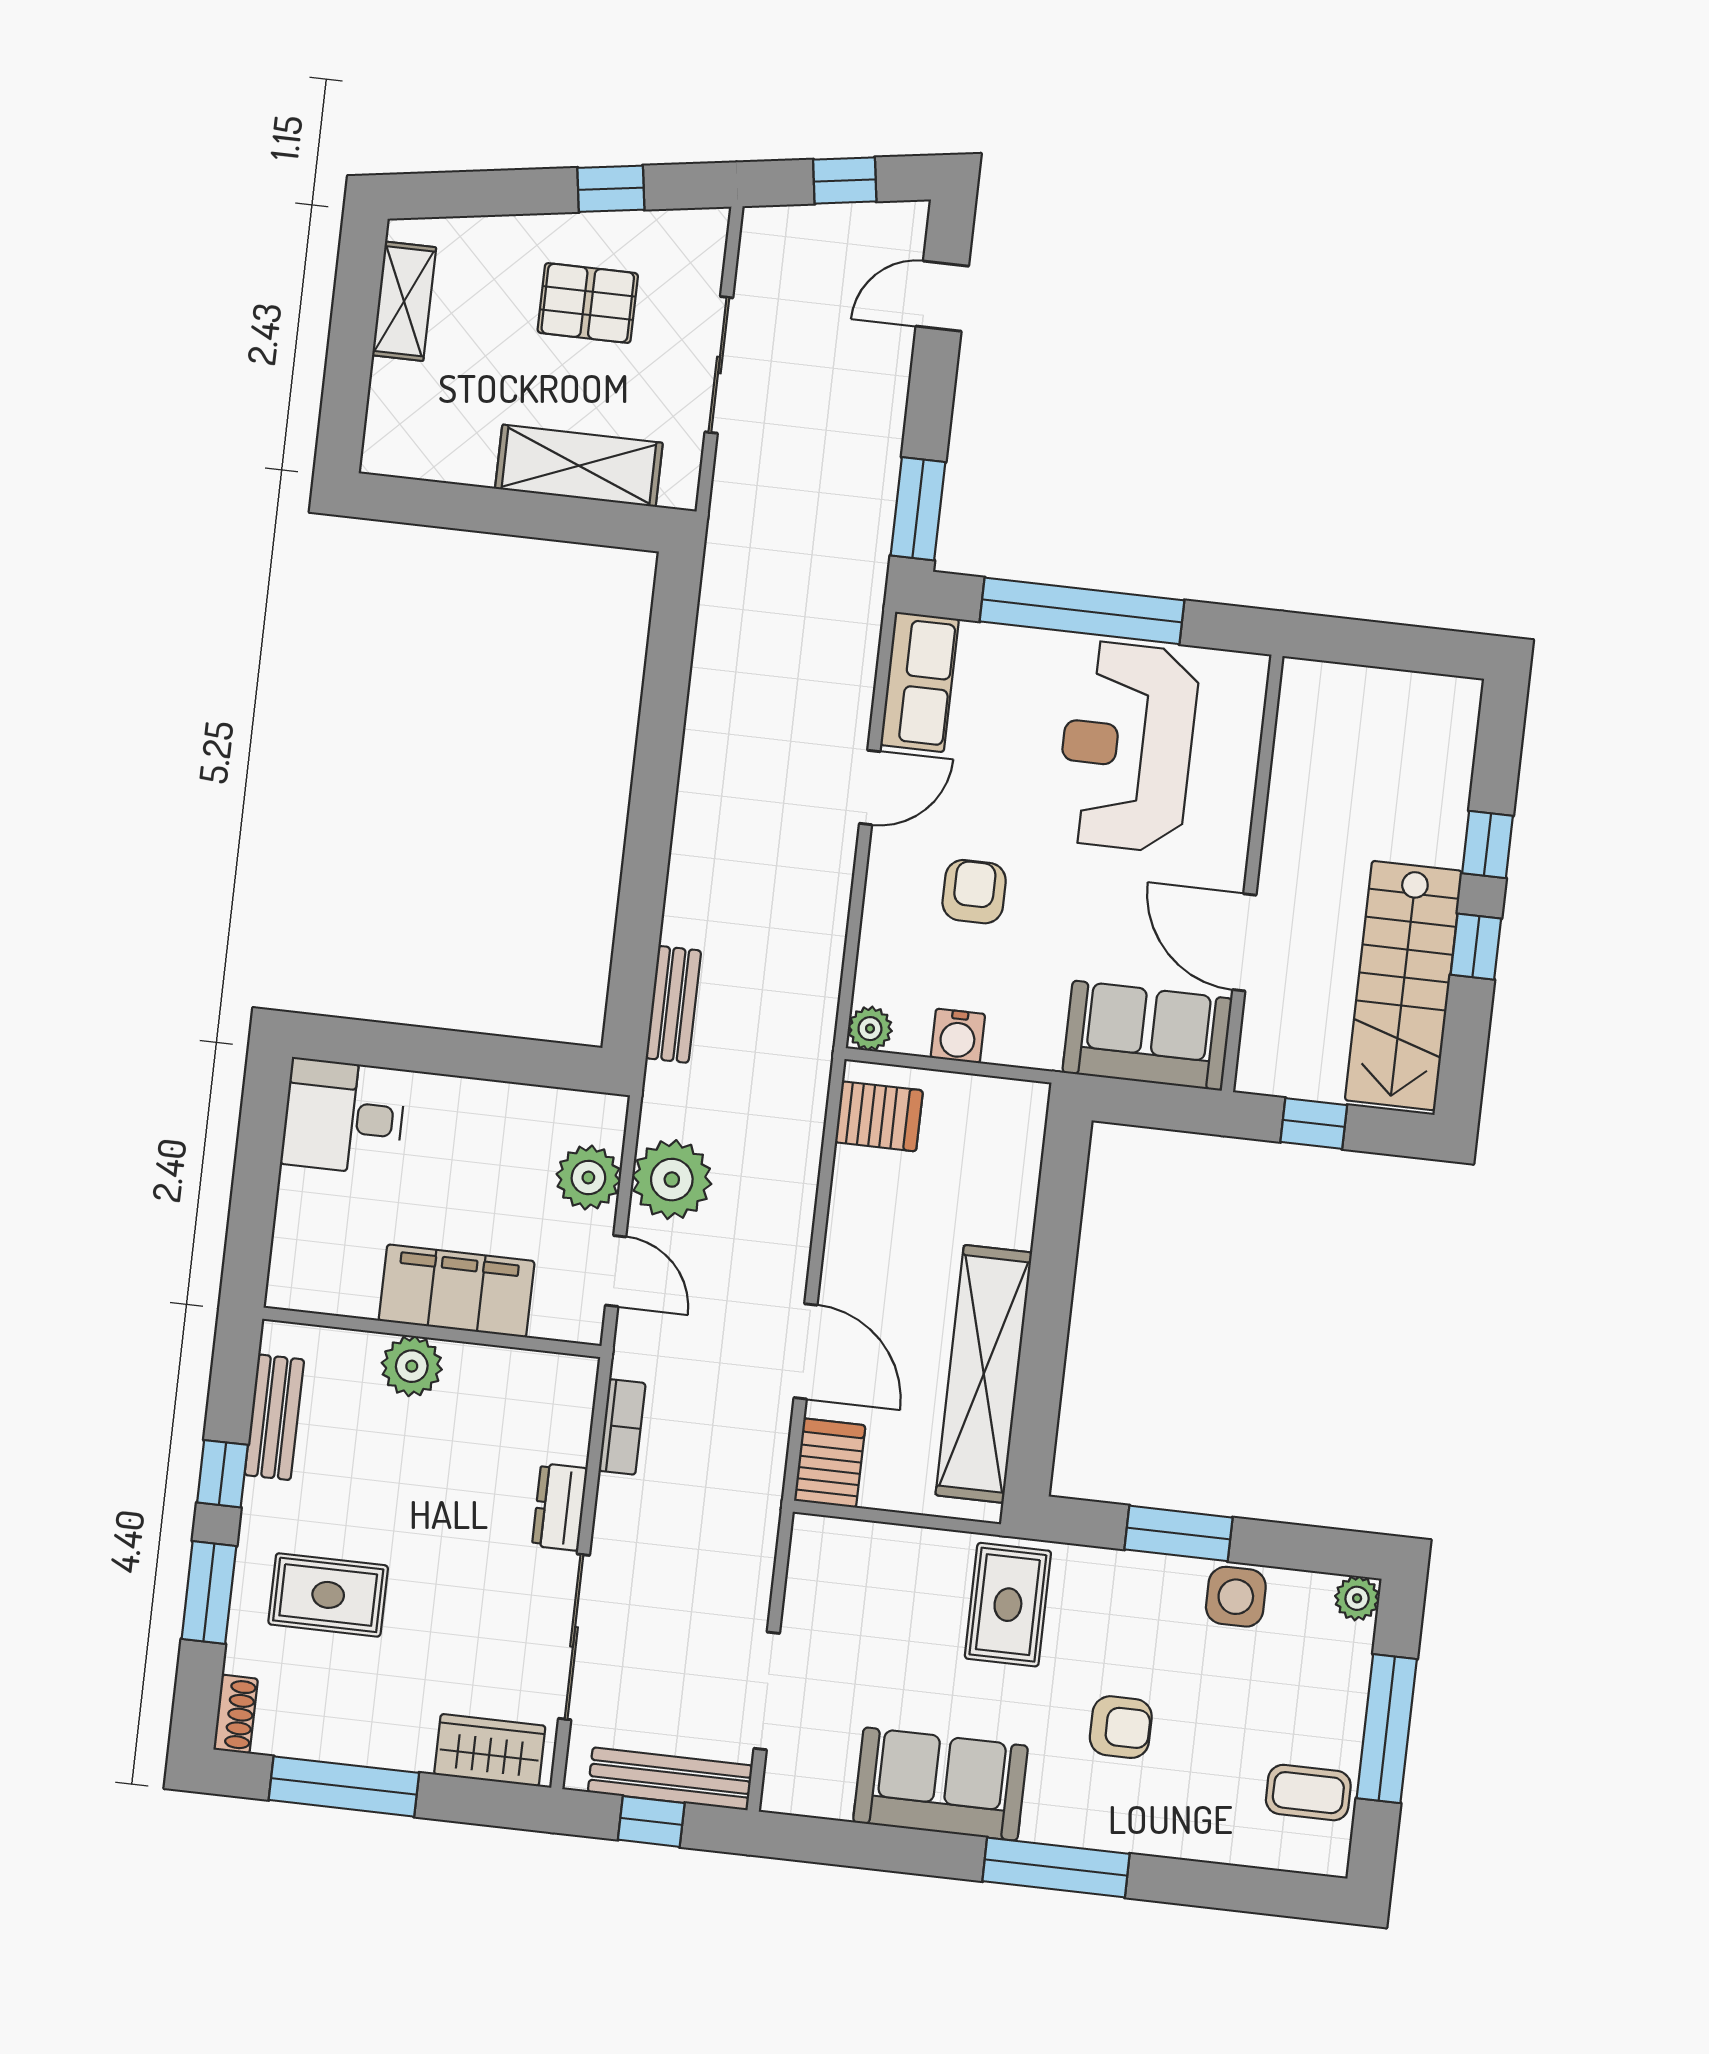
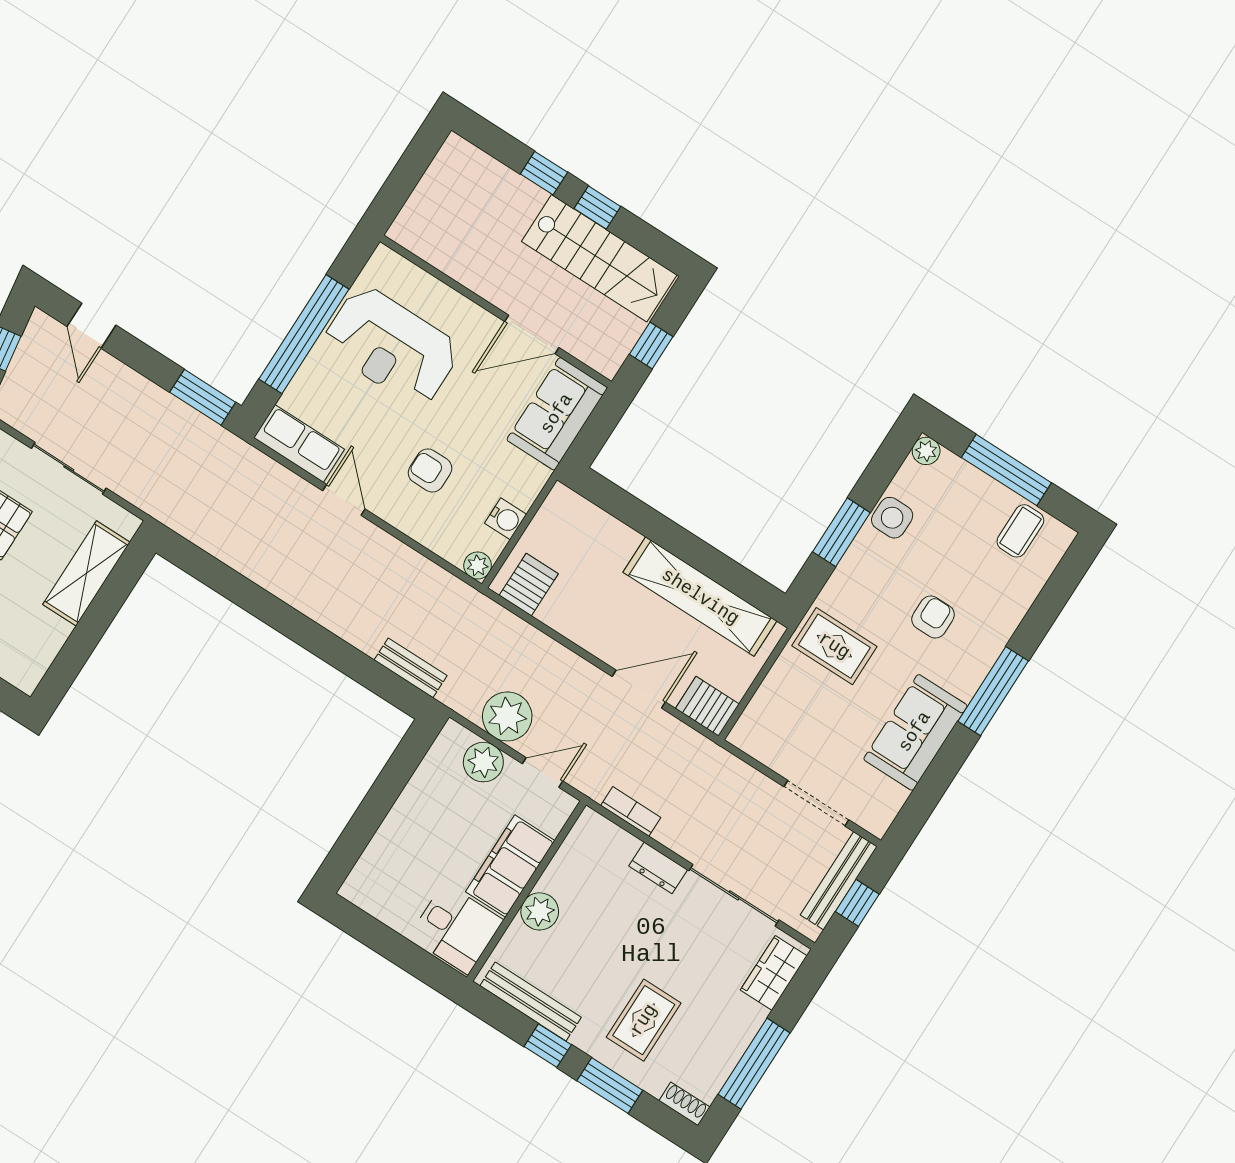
desk: (344, 1117) -> (456, 928), moved, turned -90
bench: (274, 1417) -> (531, 1002), width x1.36

